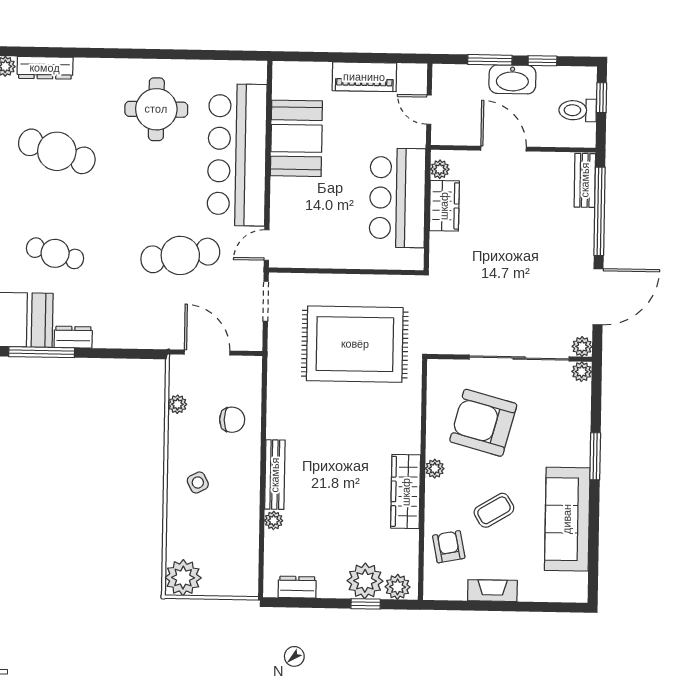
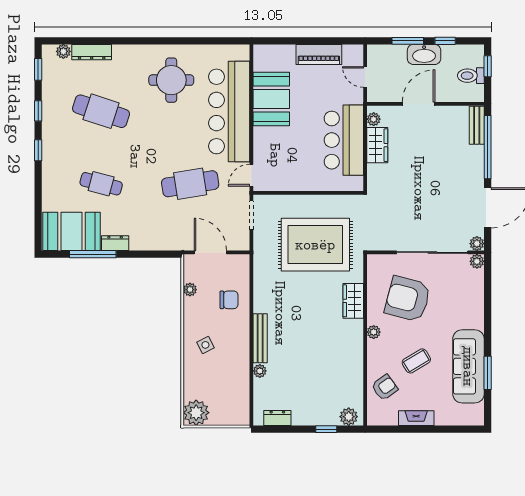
door: (504, 149) -> (419, 104), hinge flipped
window: (595, 456) -> (488, 373), moved
wardrobe: (406, 492) -> (353, 301), moved, width x0.67
armchair: (449, 547) -> (385, 387), turned 65
plant: (365, 581) -> (325, 413), removed

